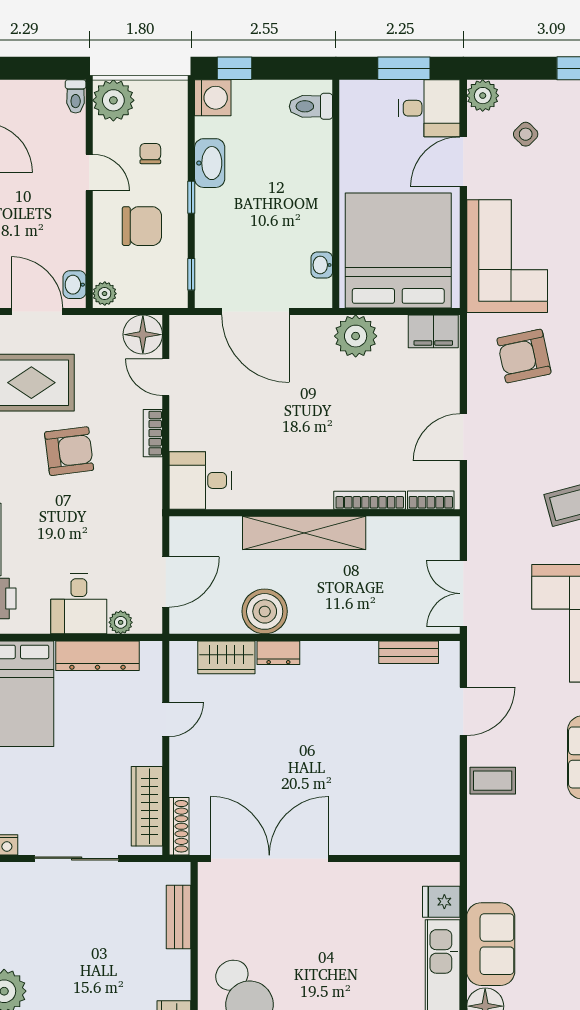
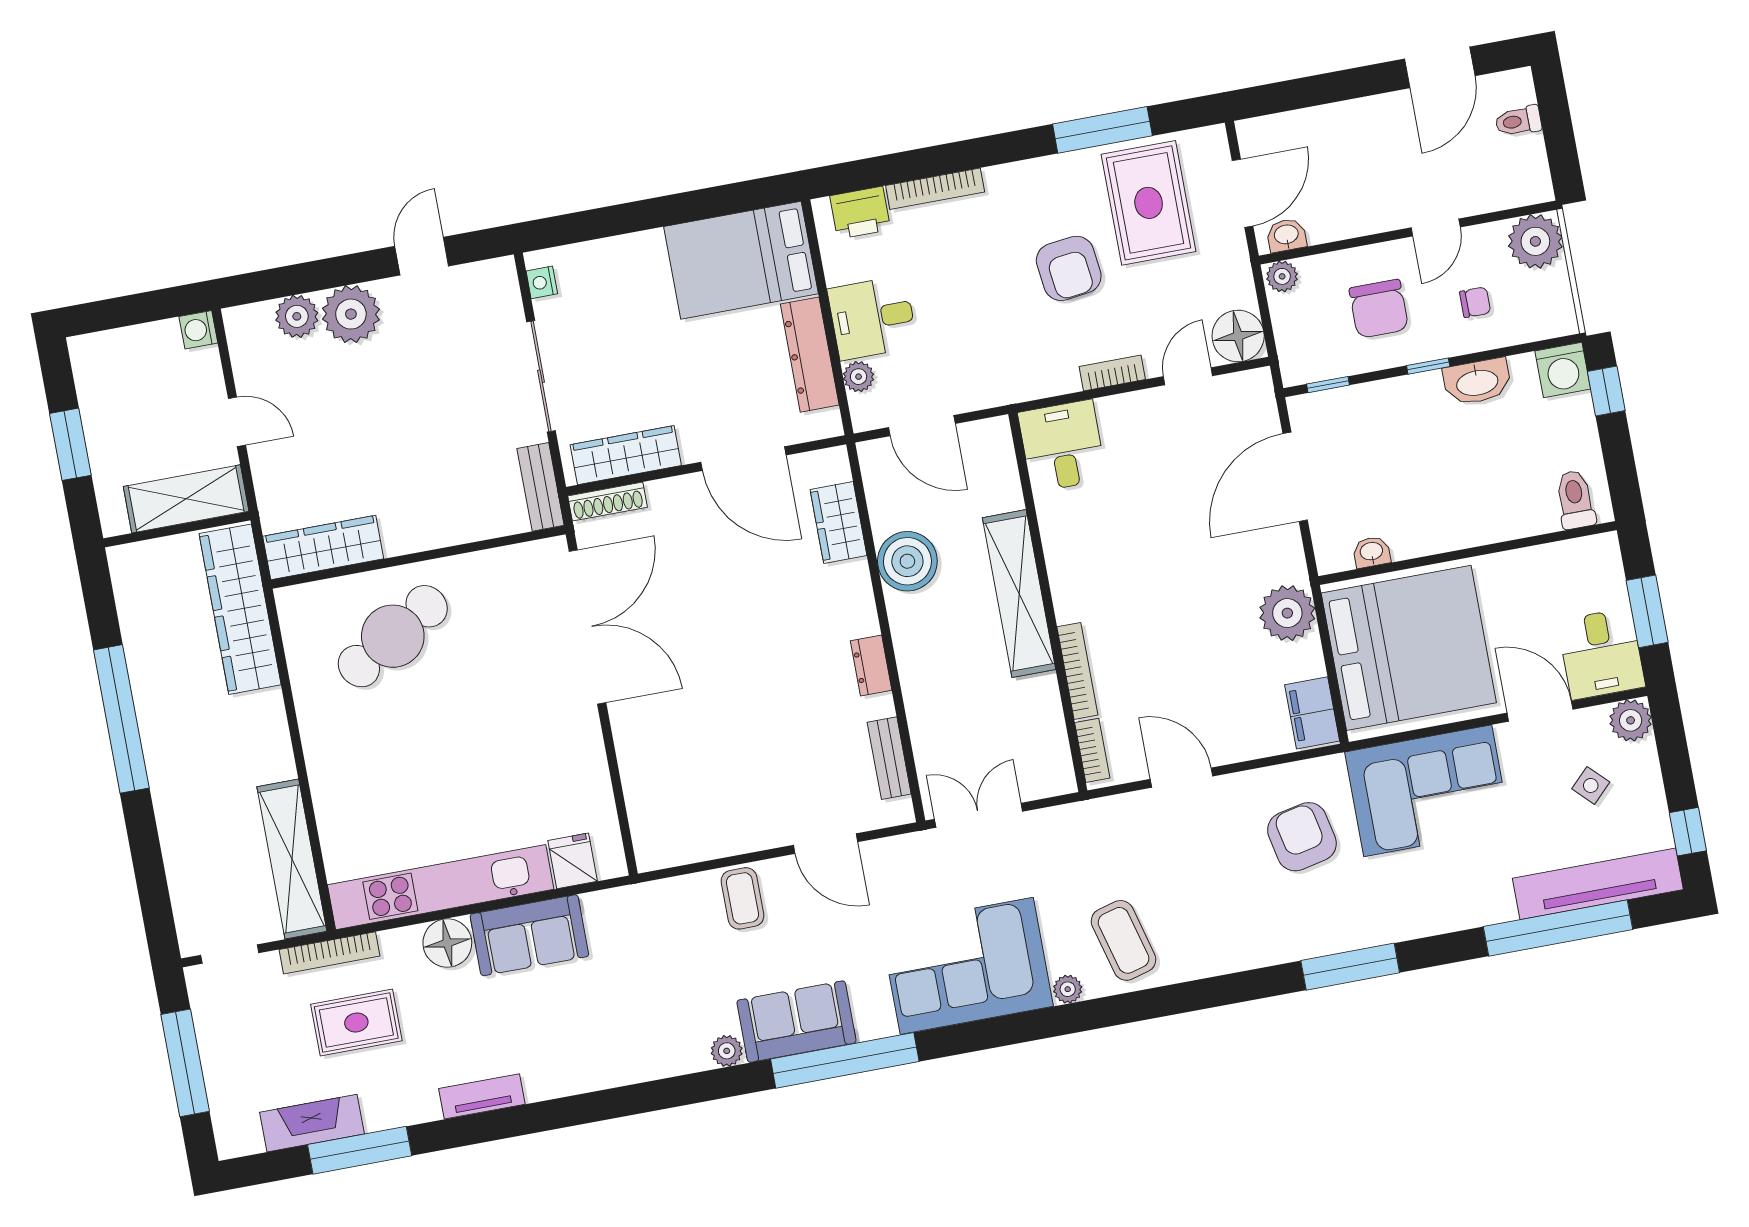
toilet: (76, 96) -> (1518, 121), moved
dresser: (278, 653) -> (871, 665), moved
door: (166, 719) -> (743, 459), width x1.87
bench: (179, 917) -> (541, 487), moved, turned 90

